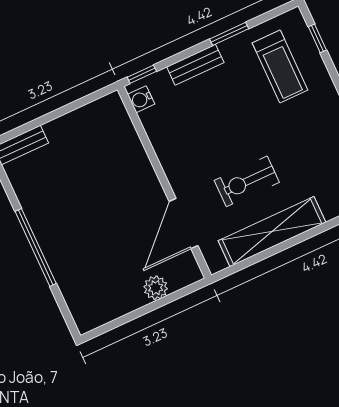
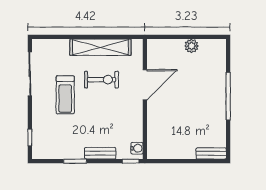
treadmill: (280, 66) -> (65, 95), moved, turned 180
door: (183, 223) -> (145, 85), moved
plant: (156, 288) -> (192, 46), moved

